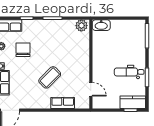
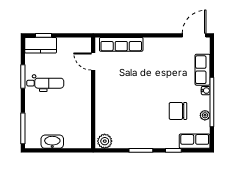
washbasin: (101, 25) -> (52, 142), moved
chair: (23, 50) -> (178, 111), turned 90
coffee table: (50, 77) -> (144, 76), removed
row of seats: (63, 103) -> (121, 44), width x1.48

